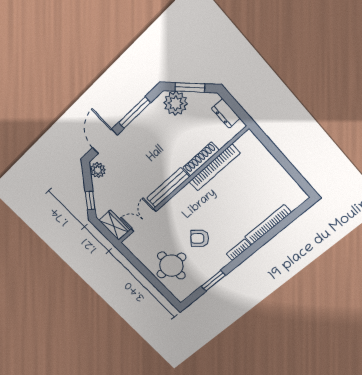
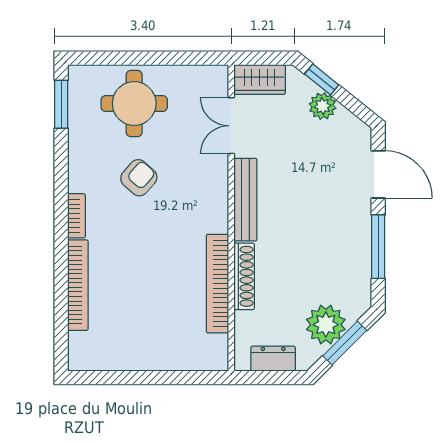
plant: (176, 103) -> (326, 325), moved
plant: (98, 170) -> (323, 106), moved
double door: (144, 220) -> (231, 126), swing flipped
window: (213, 281) -> (61, 104), moved

